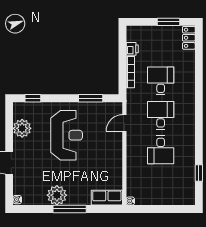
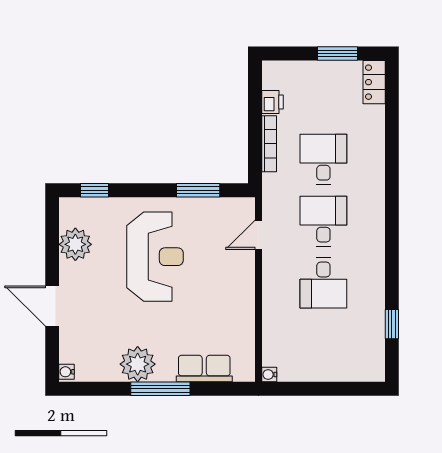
row of seats: (107, 198) -> (204, 368), moved

